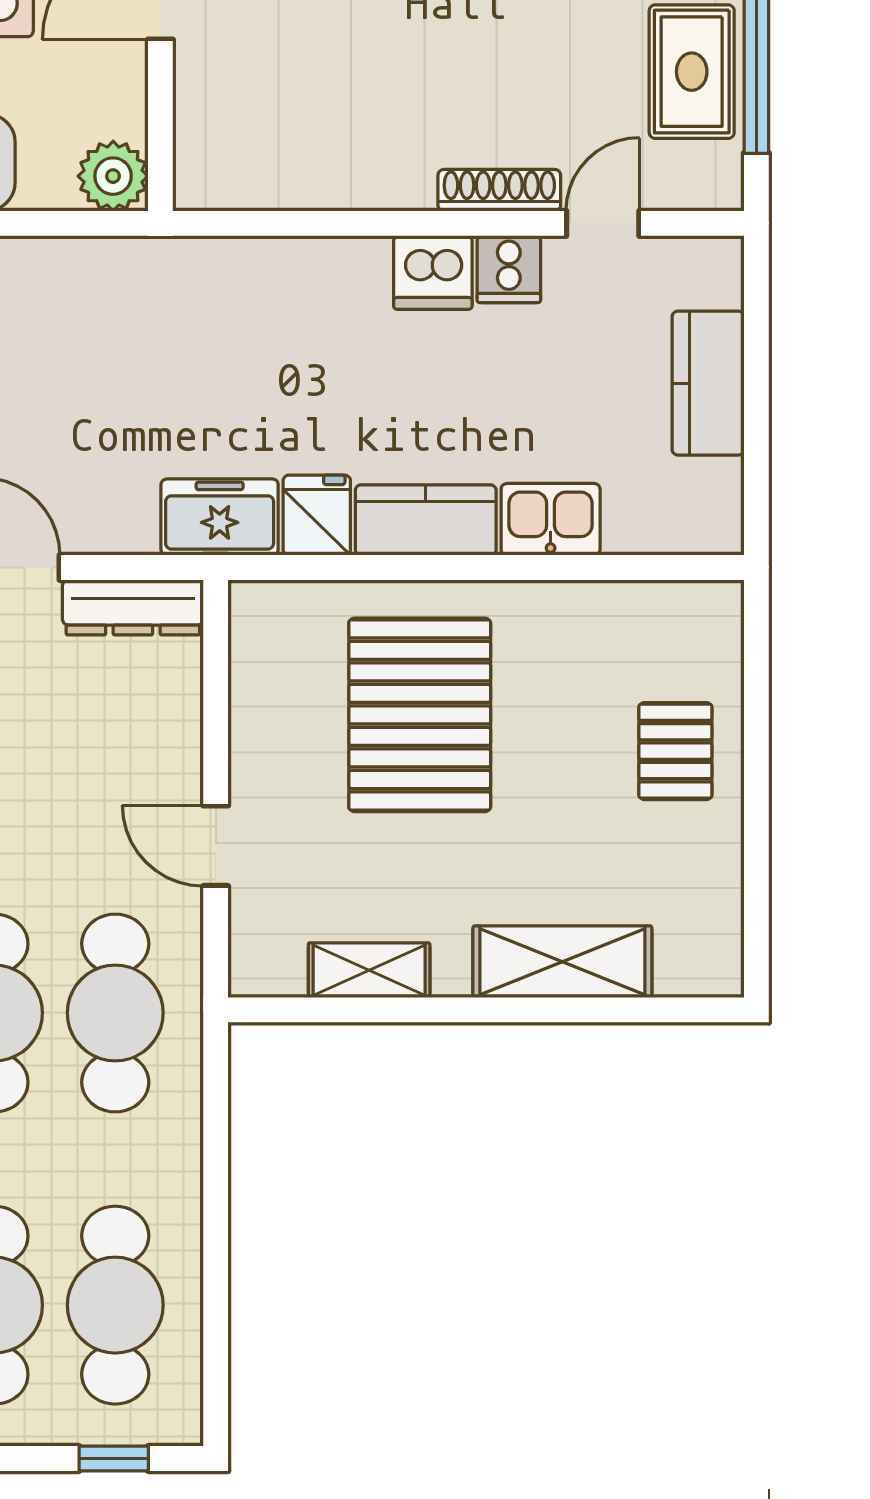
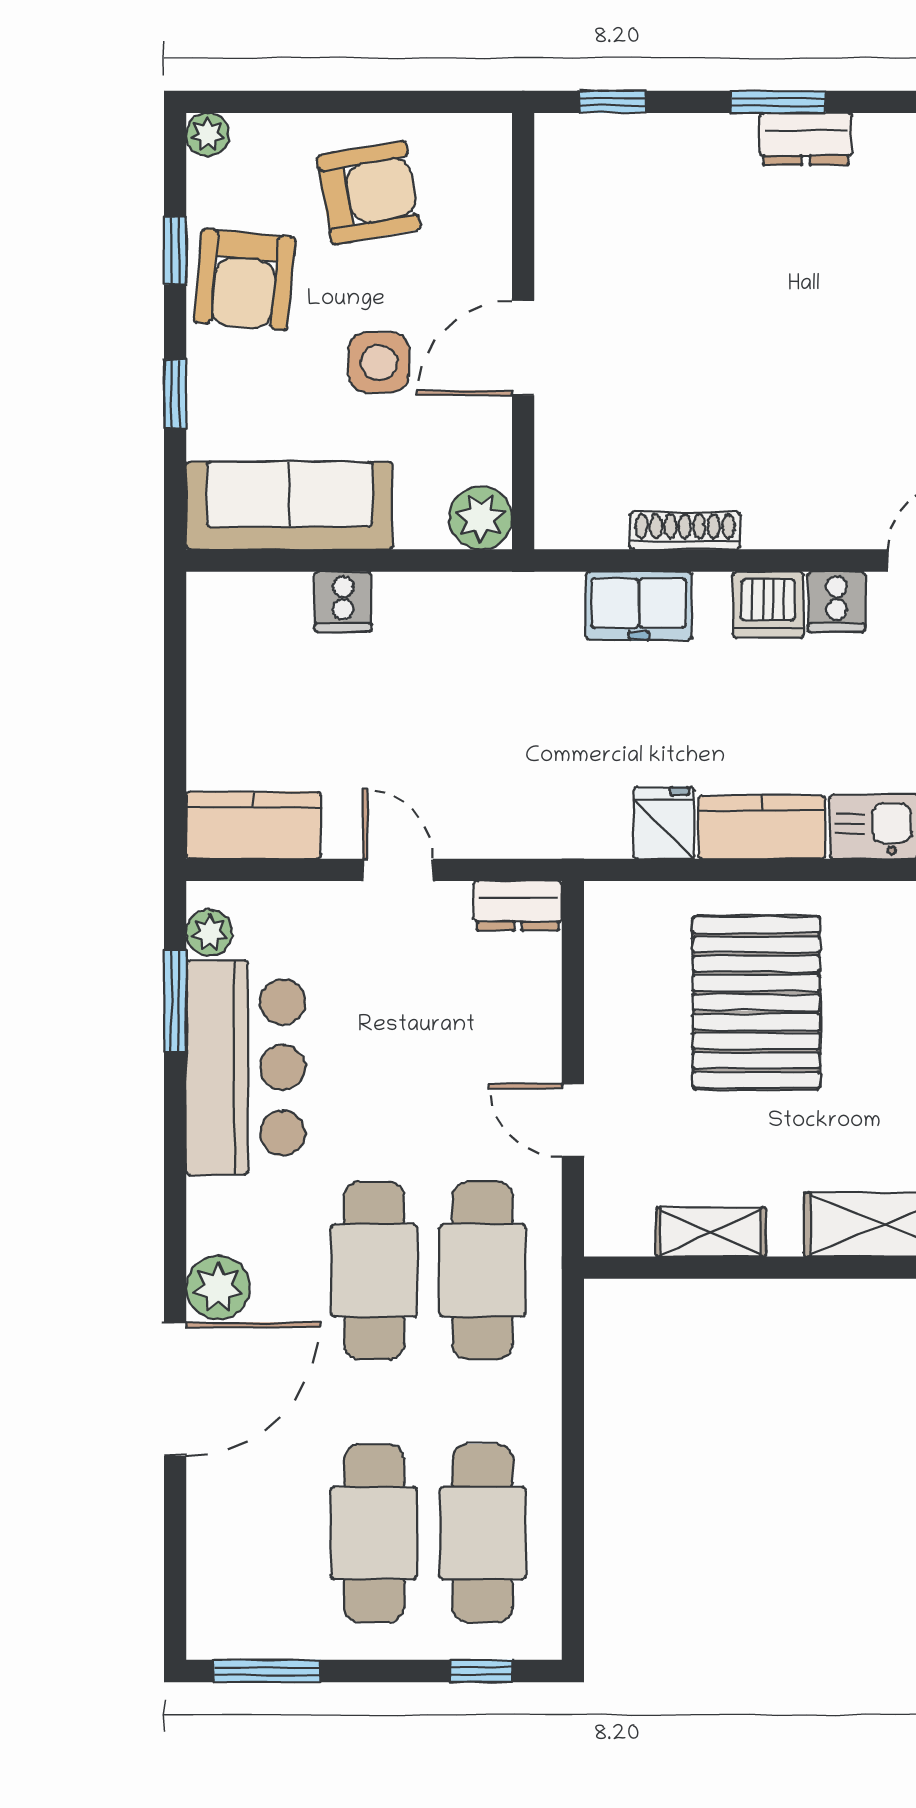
shoe rack: (499, 190) -> (685, 531), moved
freezer: (220, 517) -> (639, 606), moved, turned 180
dresser: (133, 607) -> (518, 906), width x0.70

